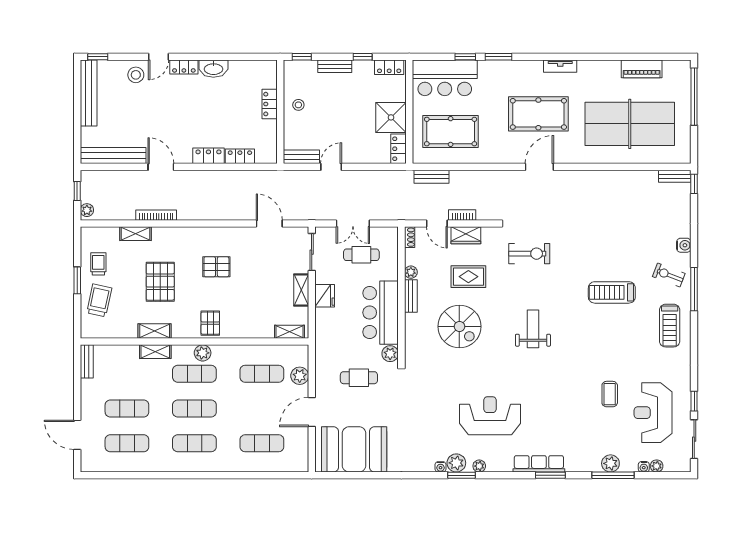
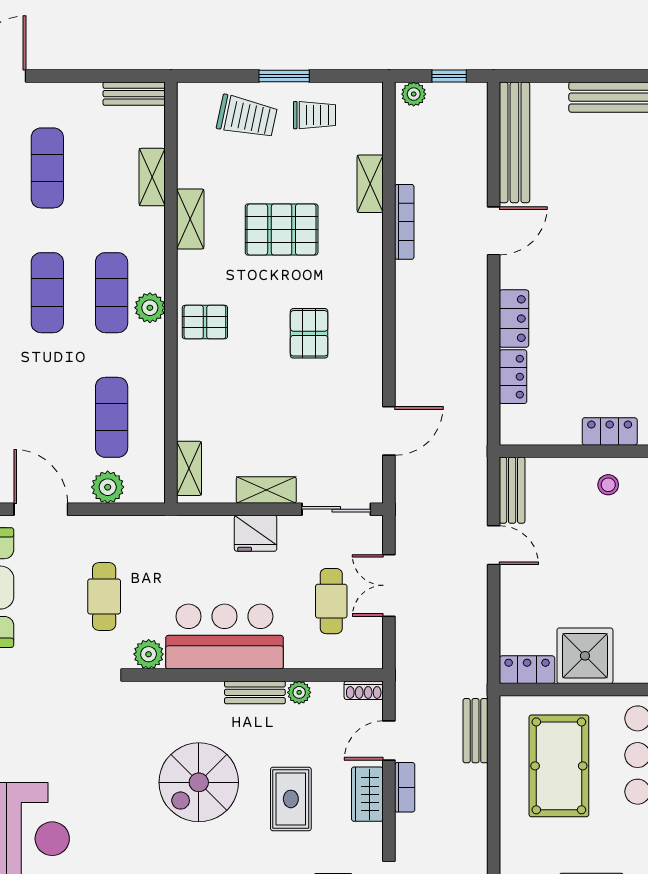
shelving: (155, 352) -> (152, 177), moved

